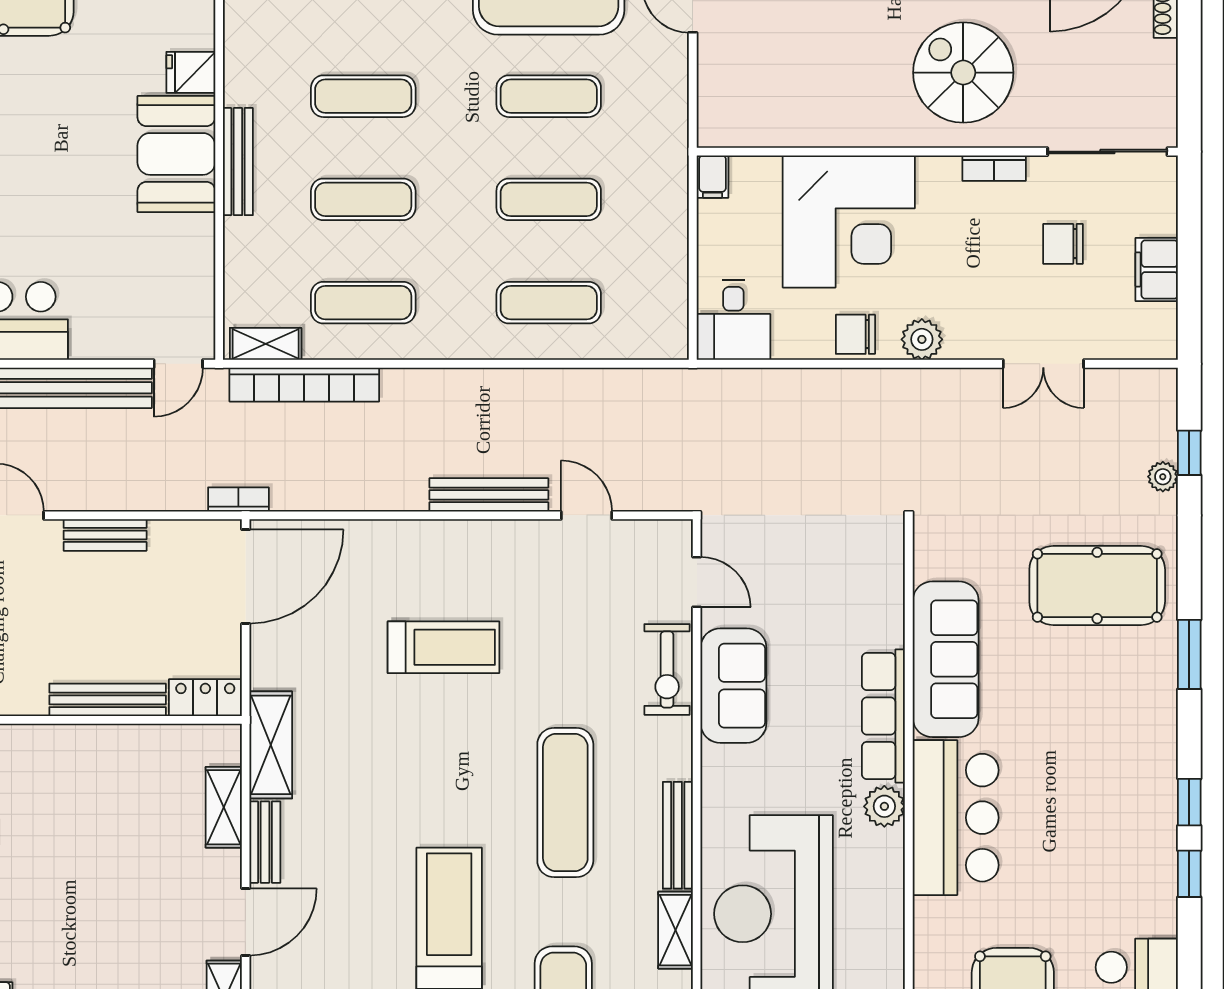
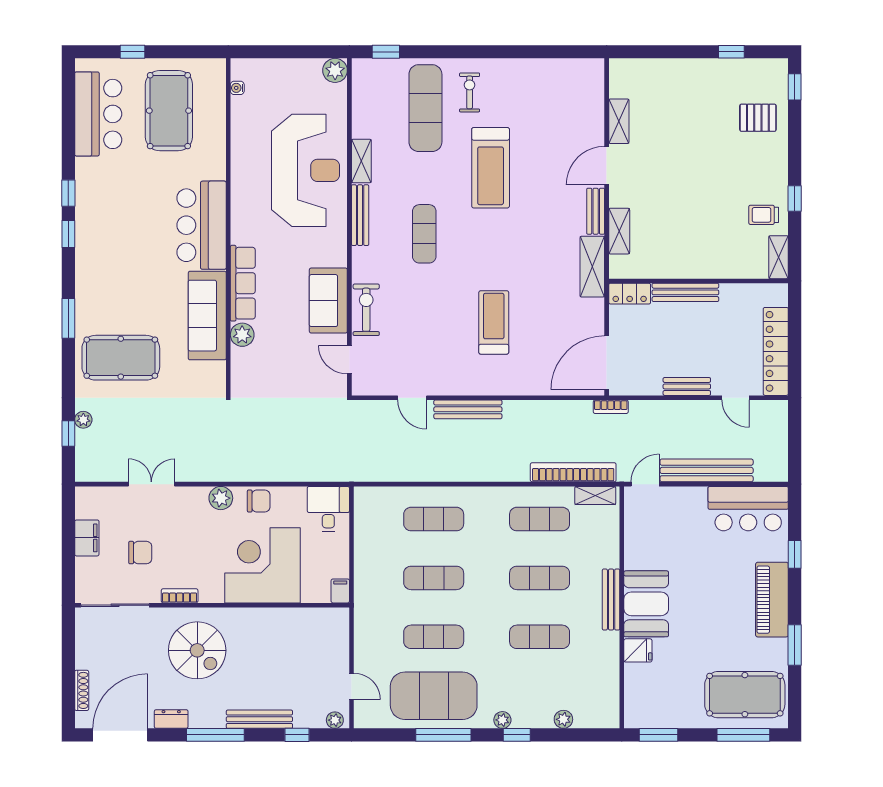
treadmill: (444, 647) -> (494, 322), turned 90
exercise mat: (565, 803) -> (424, 234), width x0.73, depth x0.69
plant: (884, 806) -> (242, 335), moved

